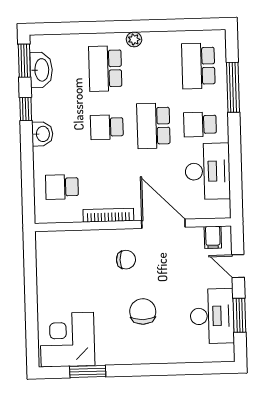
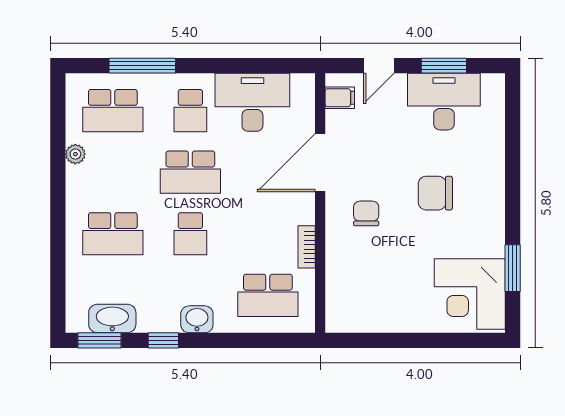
plant: (134, 39) -> (75, 154), moved
school desk: (62, 187) -> (268, 295), width x1.85
bookcase: (108, 215) -> (307, 247), width x0.64

